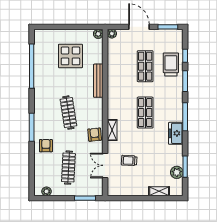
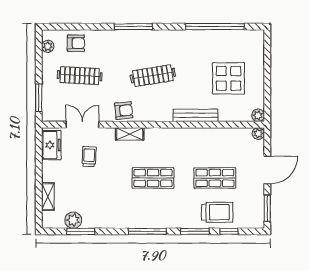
freezer: (176, 133) -> (51, 145), moved, turned 90
armchair: (46, 146) -> (76, 43), moved

